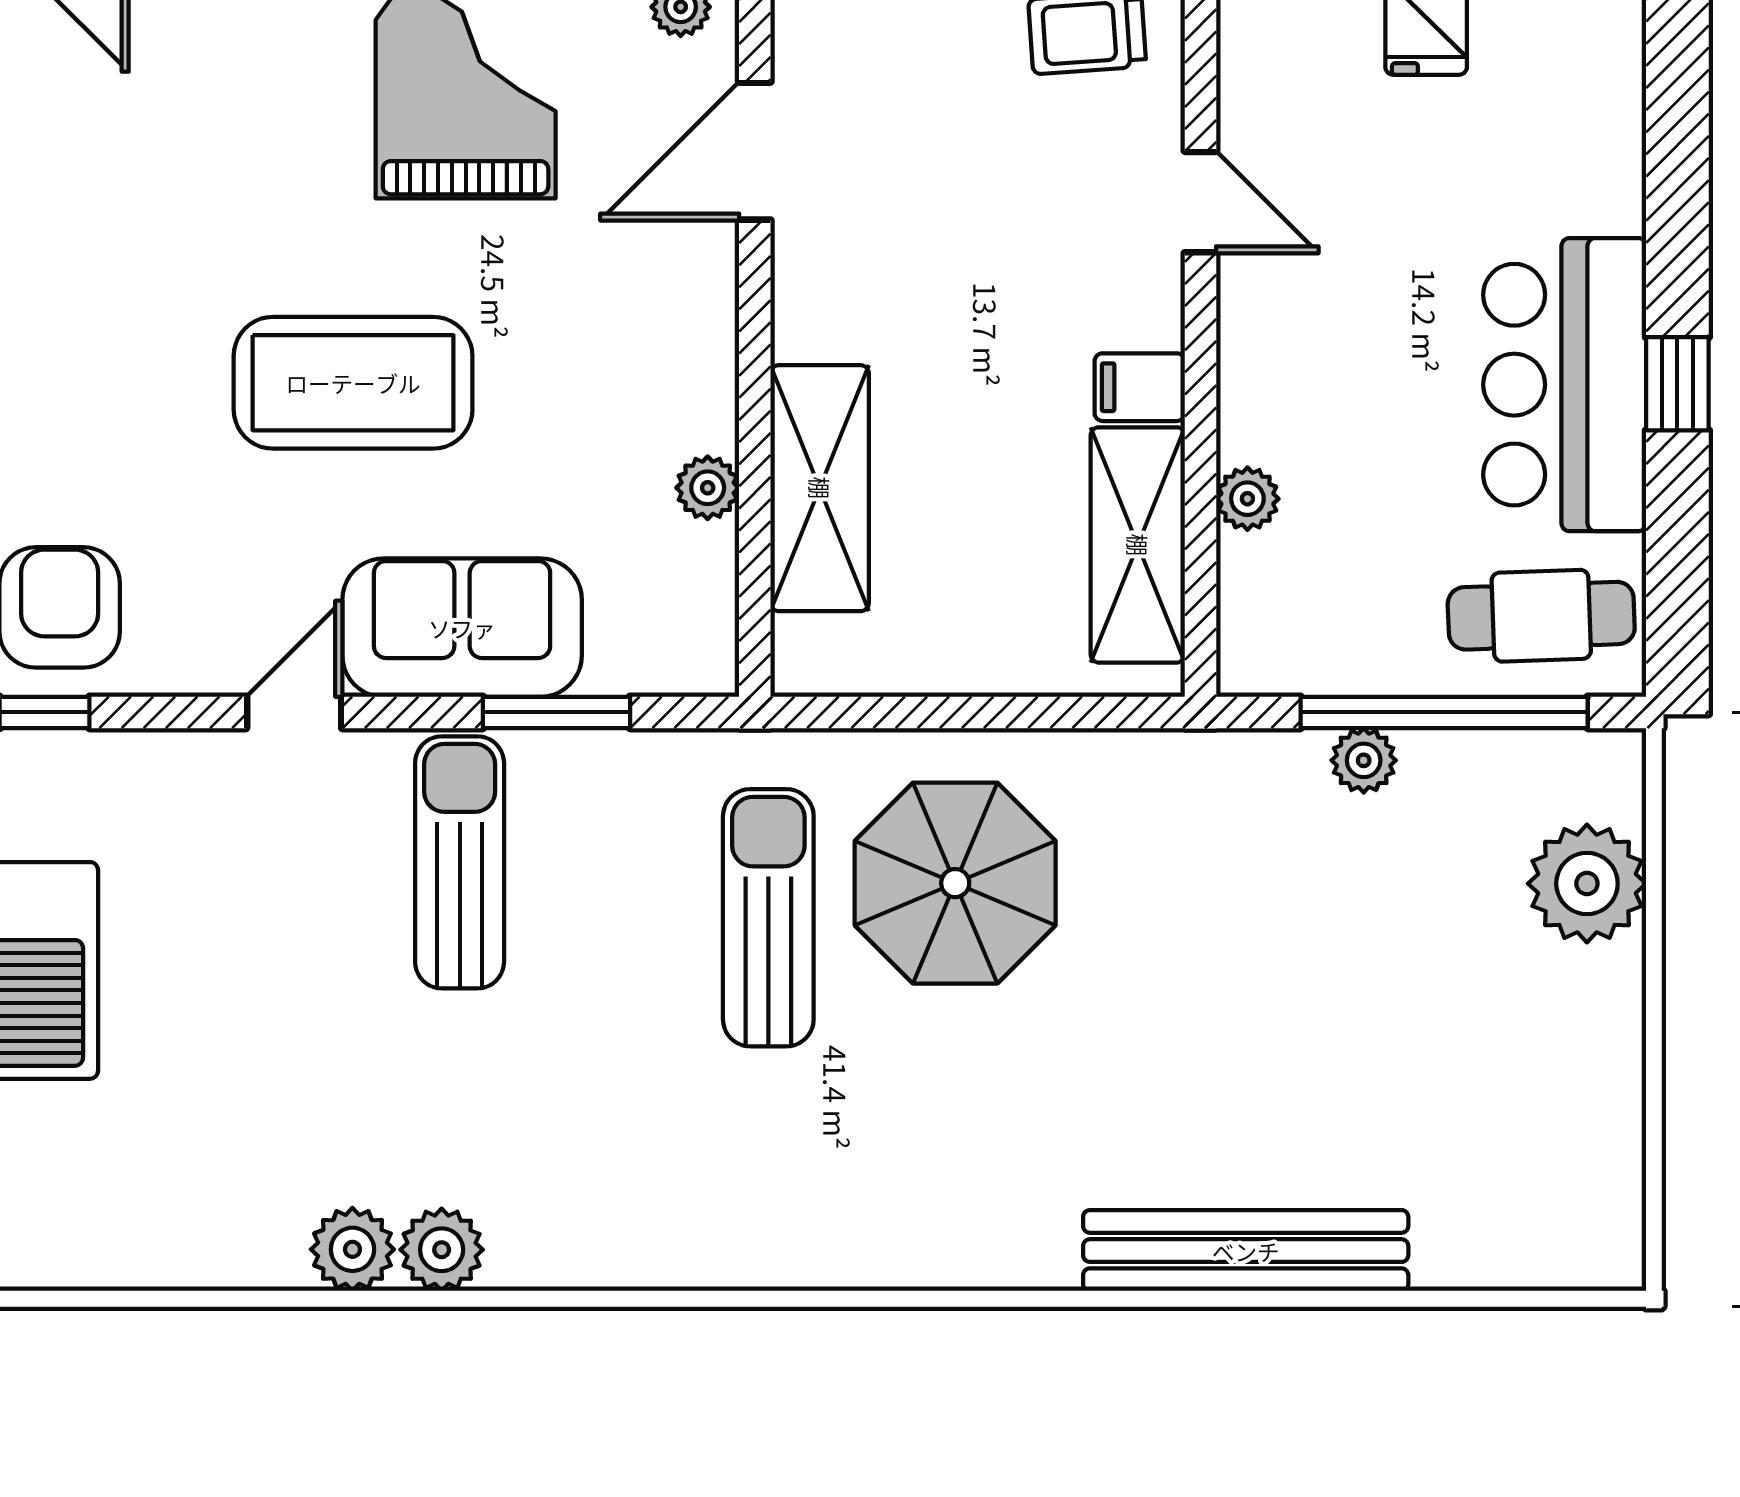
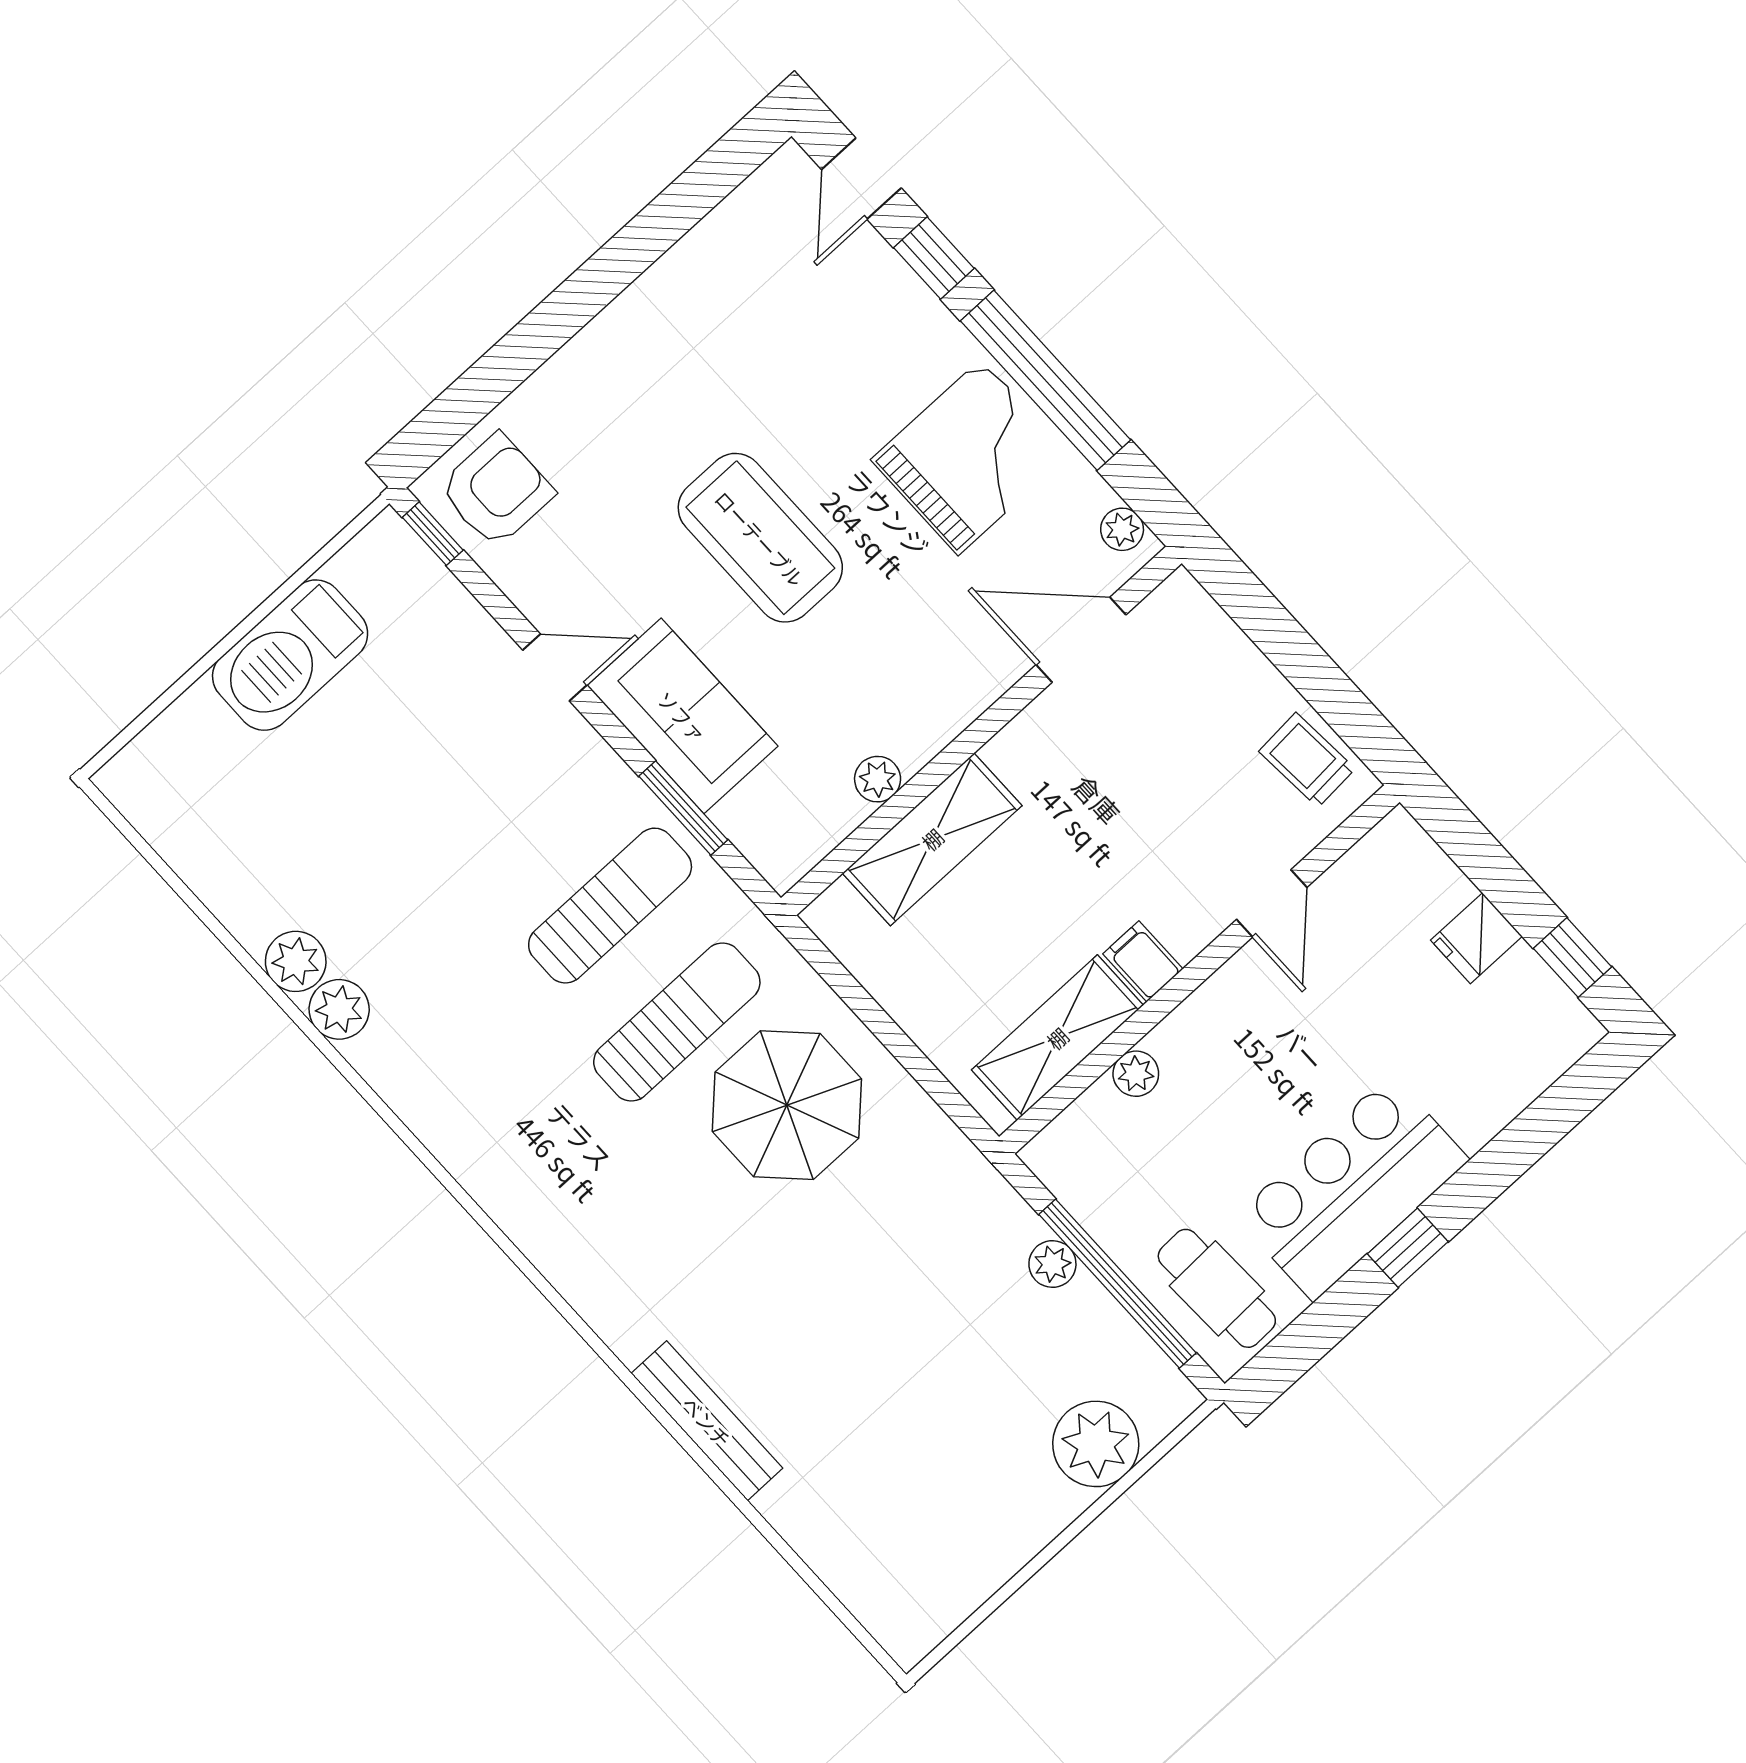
sun lounger: (460, 862) -> (610, 906), moved
bench: (1246, 1251) -> (707, 1421), width x0.73, depth x0.82

